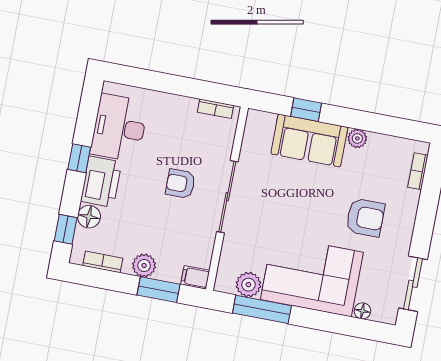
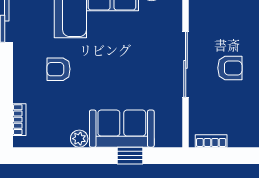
armchair: (365, 218) -> (59, 69), width x0.72, depth x0.72

